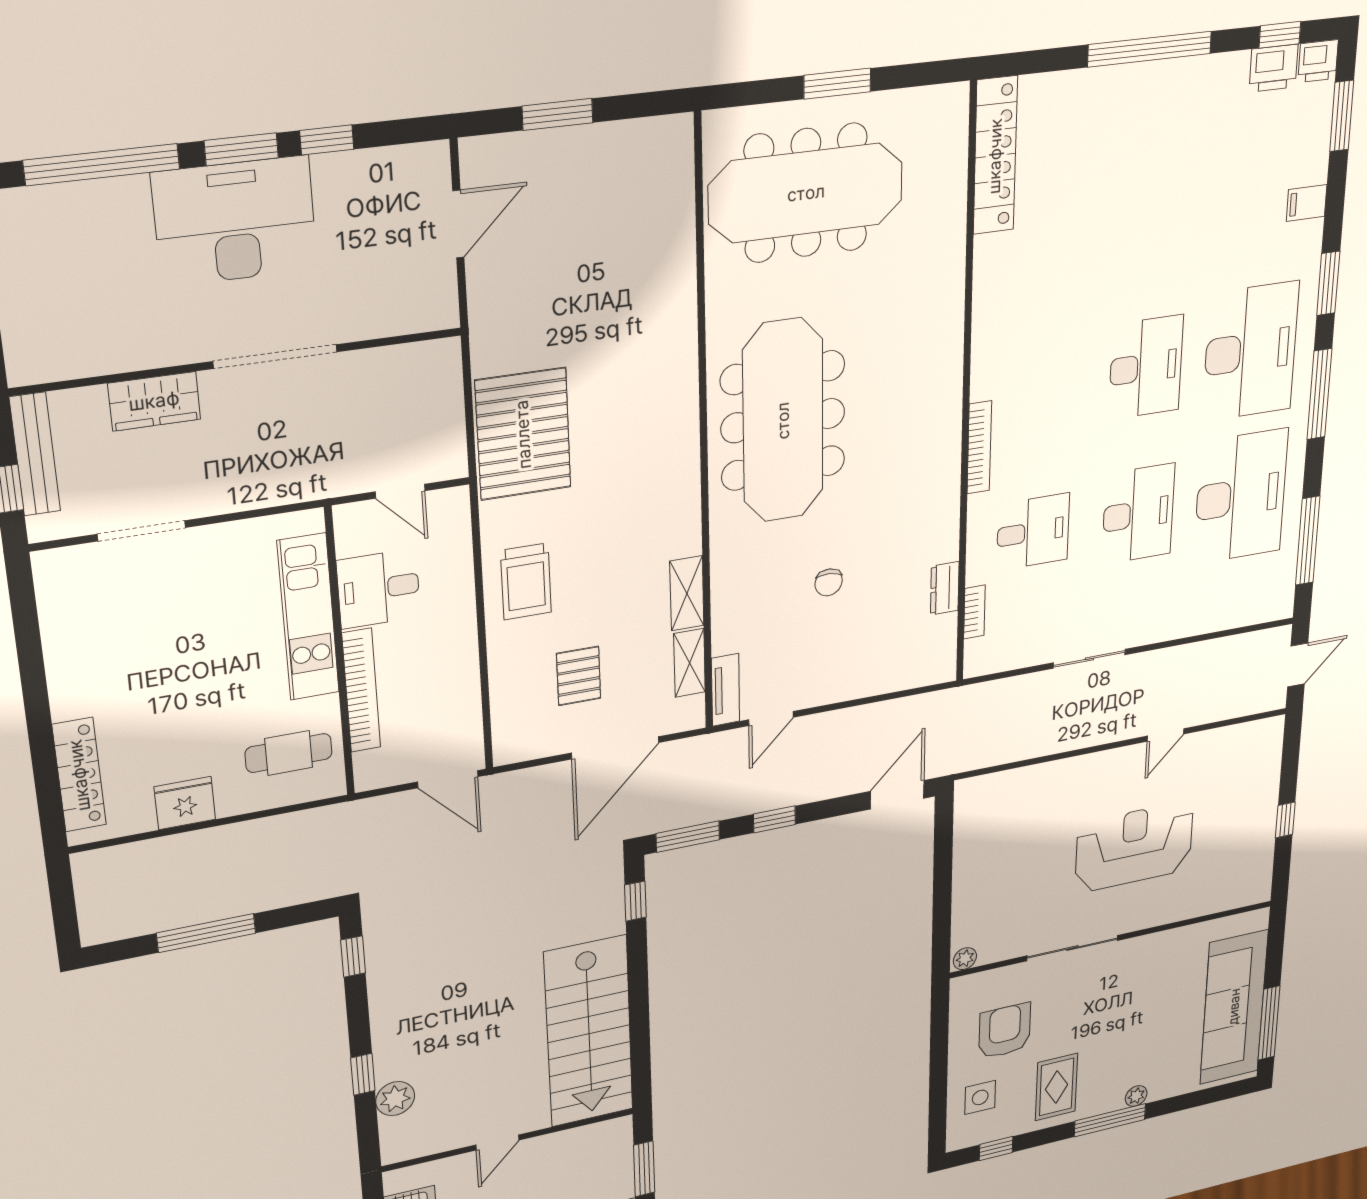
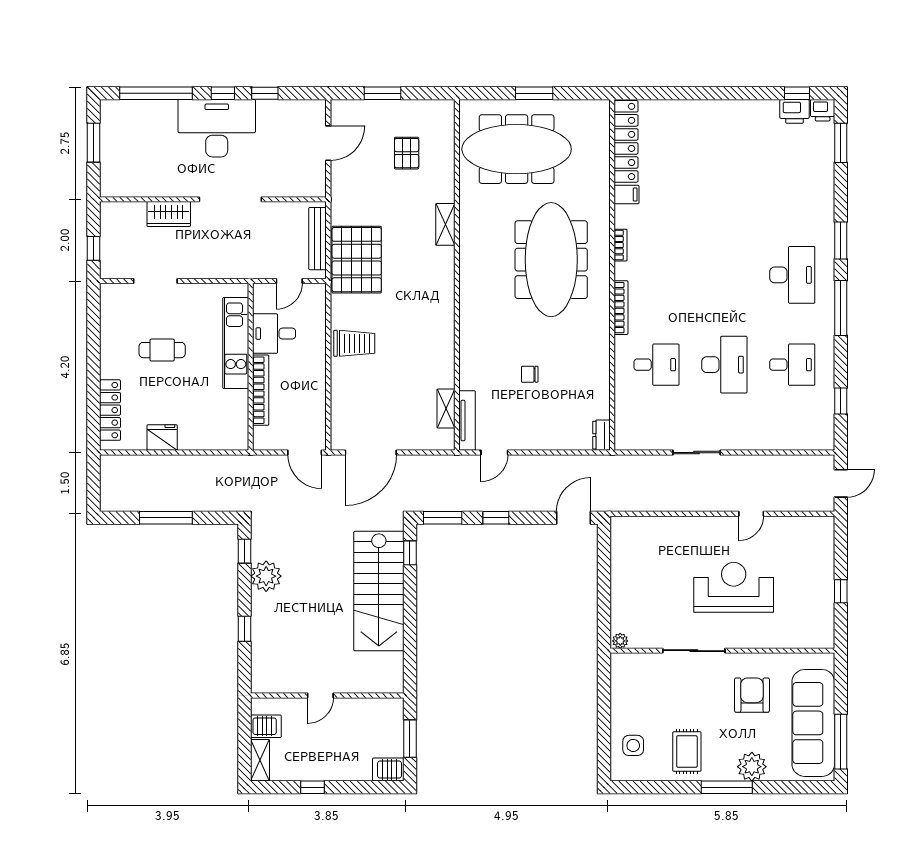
window: (1150, 49) -> (717, 93), removed
window: (241, 149) -> (223, 93), width x0.67
filing cabinet: (1307, 203) -> (627, 195), moved, turned 180
desk: (1251, 351) -> (792, 275), width x0.73, depth x0.77
desk: (1146, 367) -> (724, 275), removed
meeting table: (783, 421) -> (551, 260), moved
bench: (35, 454) -> (317, 239), moved
door: (400, 491) -> (289, 281), hinge flipped
desk: (1241, 497) -> (792, 365), width x0.53, depth x0.77
window: (1308, 541) -> (841, 401), width x0.46
trolley: (526, 581) -> (354, 343), turned -90
chair: (829, 582) -> (530, 374), turned 87
dresser: (945, 588) -> (601, 435), moved
shelving: (687, 593) -> (445, 224), moved
bookcase: (974, 612) -> (621, 245), moved
pallet: (579, 676) -> (407, 153), moved
tv unit: (725, 690) -> (467, 421), width x1.41
door: (615, 748) -> (371, 453), moved
cafe table: (289, 753) -> (162, 350), moved
armchair: (1005, 1031) -> (752, 695), moved
stairs: (589, 1032) -> (379, 591), moved
plant: (1136, 1096) -> (752, 767), width x1.88, depth x1.88
plant: (395, 1099) -> (266, 576), moved, width x1.36, depth x1.36
window: (996, 1148) -> (645, 787), removed

